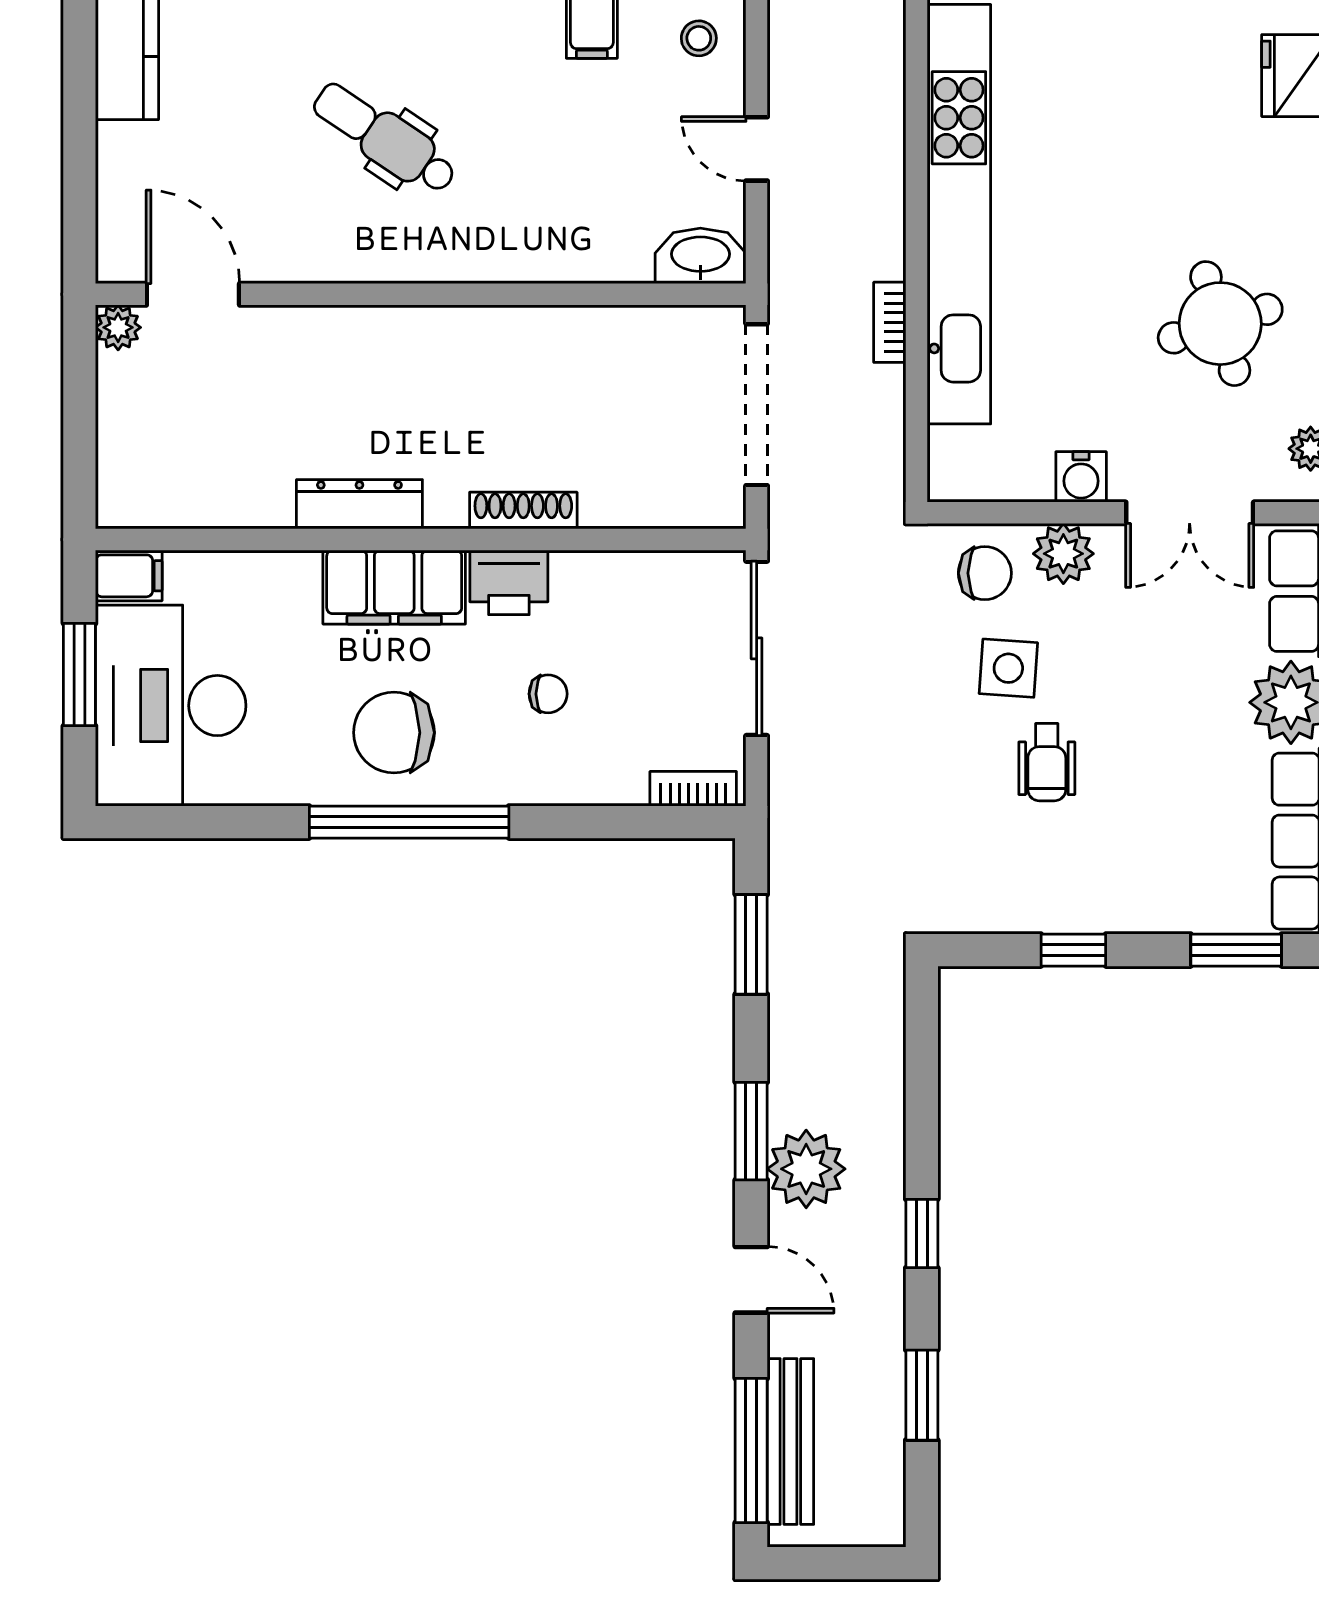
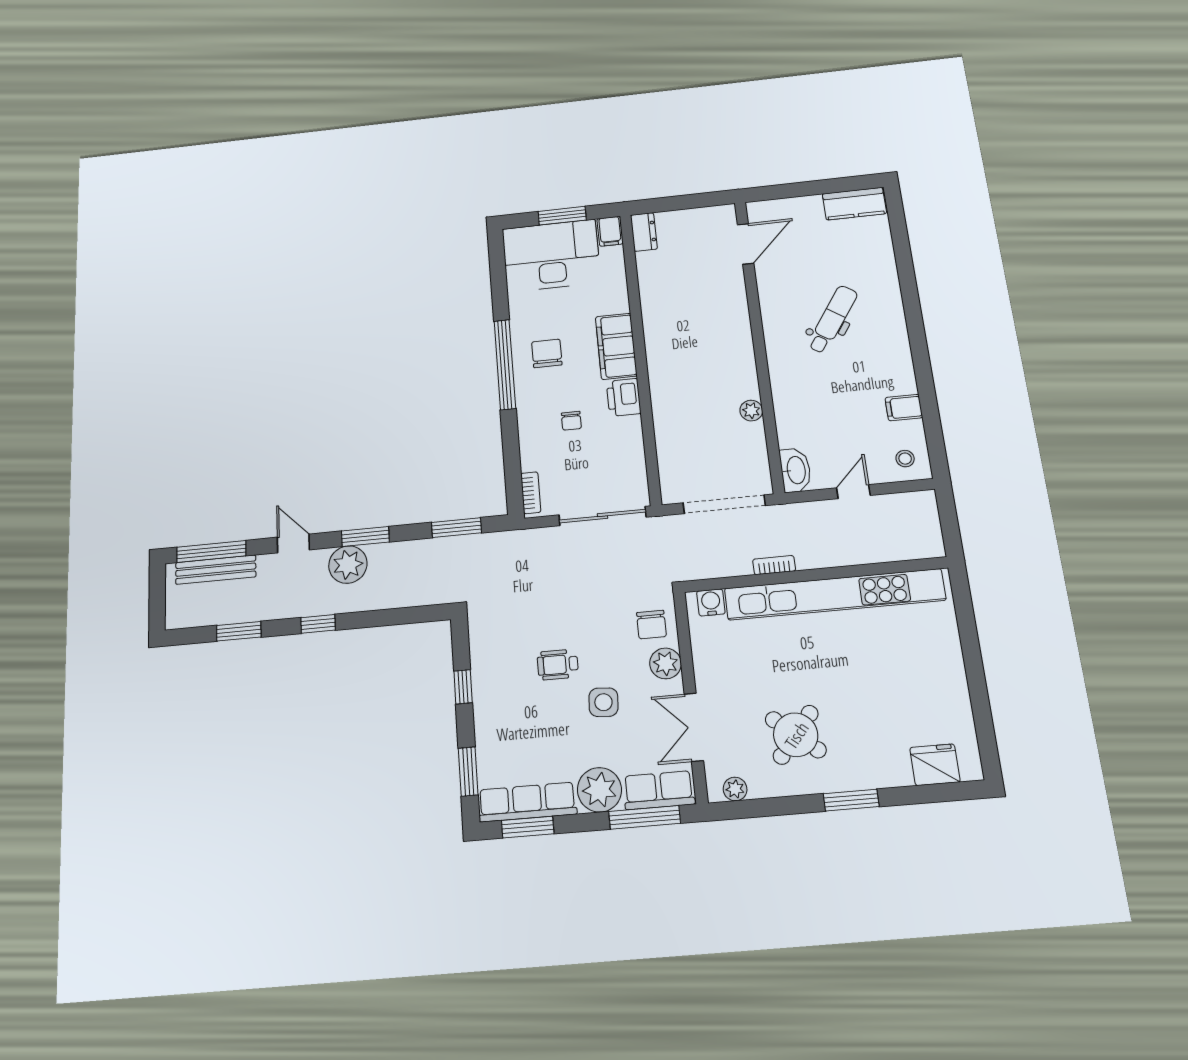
round table: (1220, 324) -> (796, 735), turned -33
plant: (118, 327) -> (751, 411), moved
water cooler: (1081, 477) -> (711, 602), moved, turned 90
dresser: (359, 504) -> (644, 232), moved, width x0.70
shoe rack: (523, 511) -> (659, 400), removed
side table: (1008, 668) -> (603, 702), moved
chair: (394, 733) -> (547, 353), width x0.73, depth x0.73
door: (751, 1280) -> (293, 544), swing flipped

